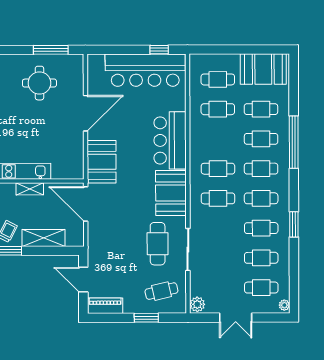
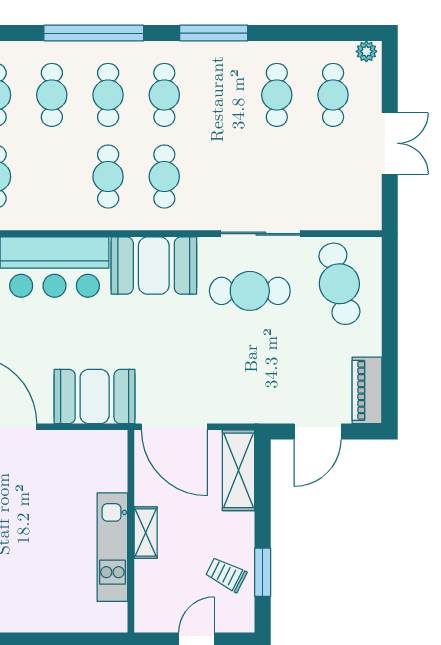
window: (294, 142) -> (94, 33), moved
door: (86, 204) -> (174, 427), hinge flipped
window: (294, 224) -> (214, 33), width x1.44
cafe table: (261, 228) -> (221, 95), removed
shelving: (43, 238) -> (239, 470), moved
cafe table: (161, 291) -> (339, 284), width x1.37, depth x1.35
plant: (197, 304) -> (365, 216), removed
window: (146, 318) -> (390, 313), removed

